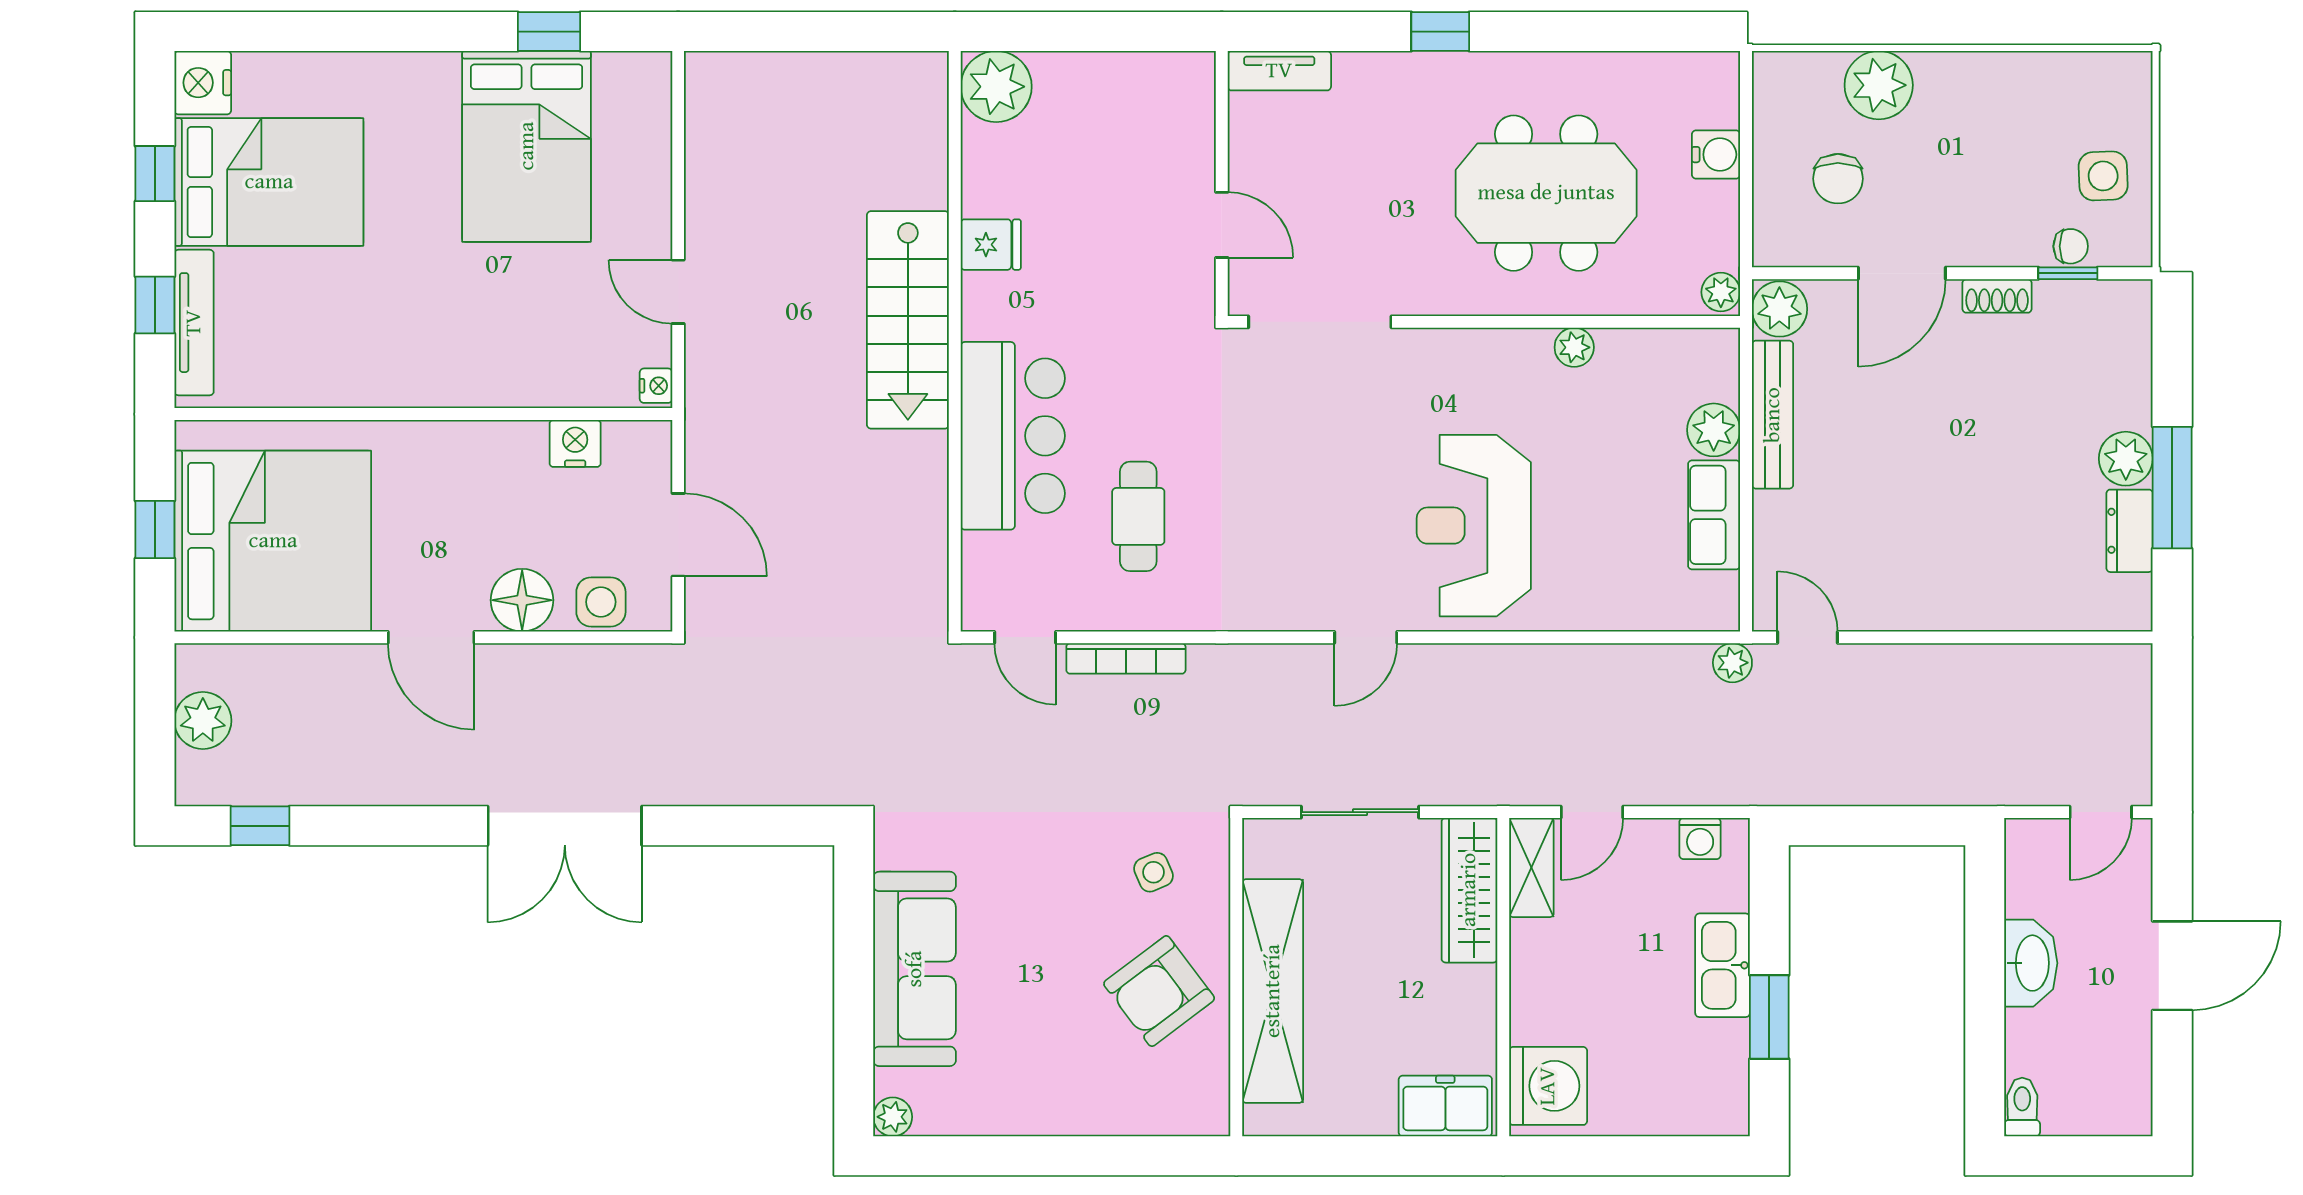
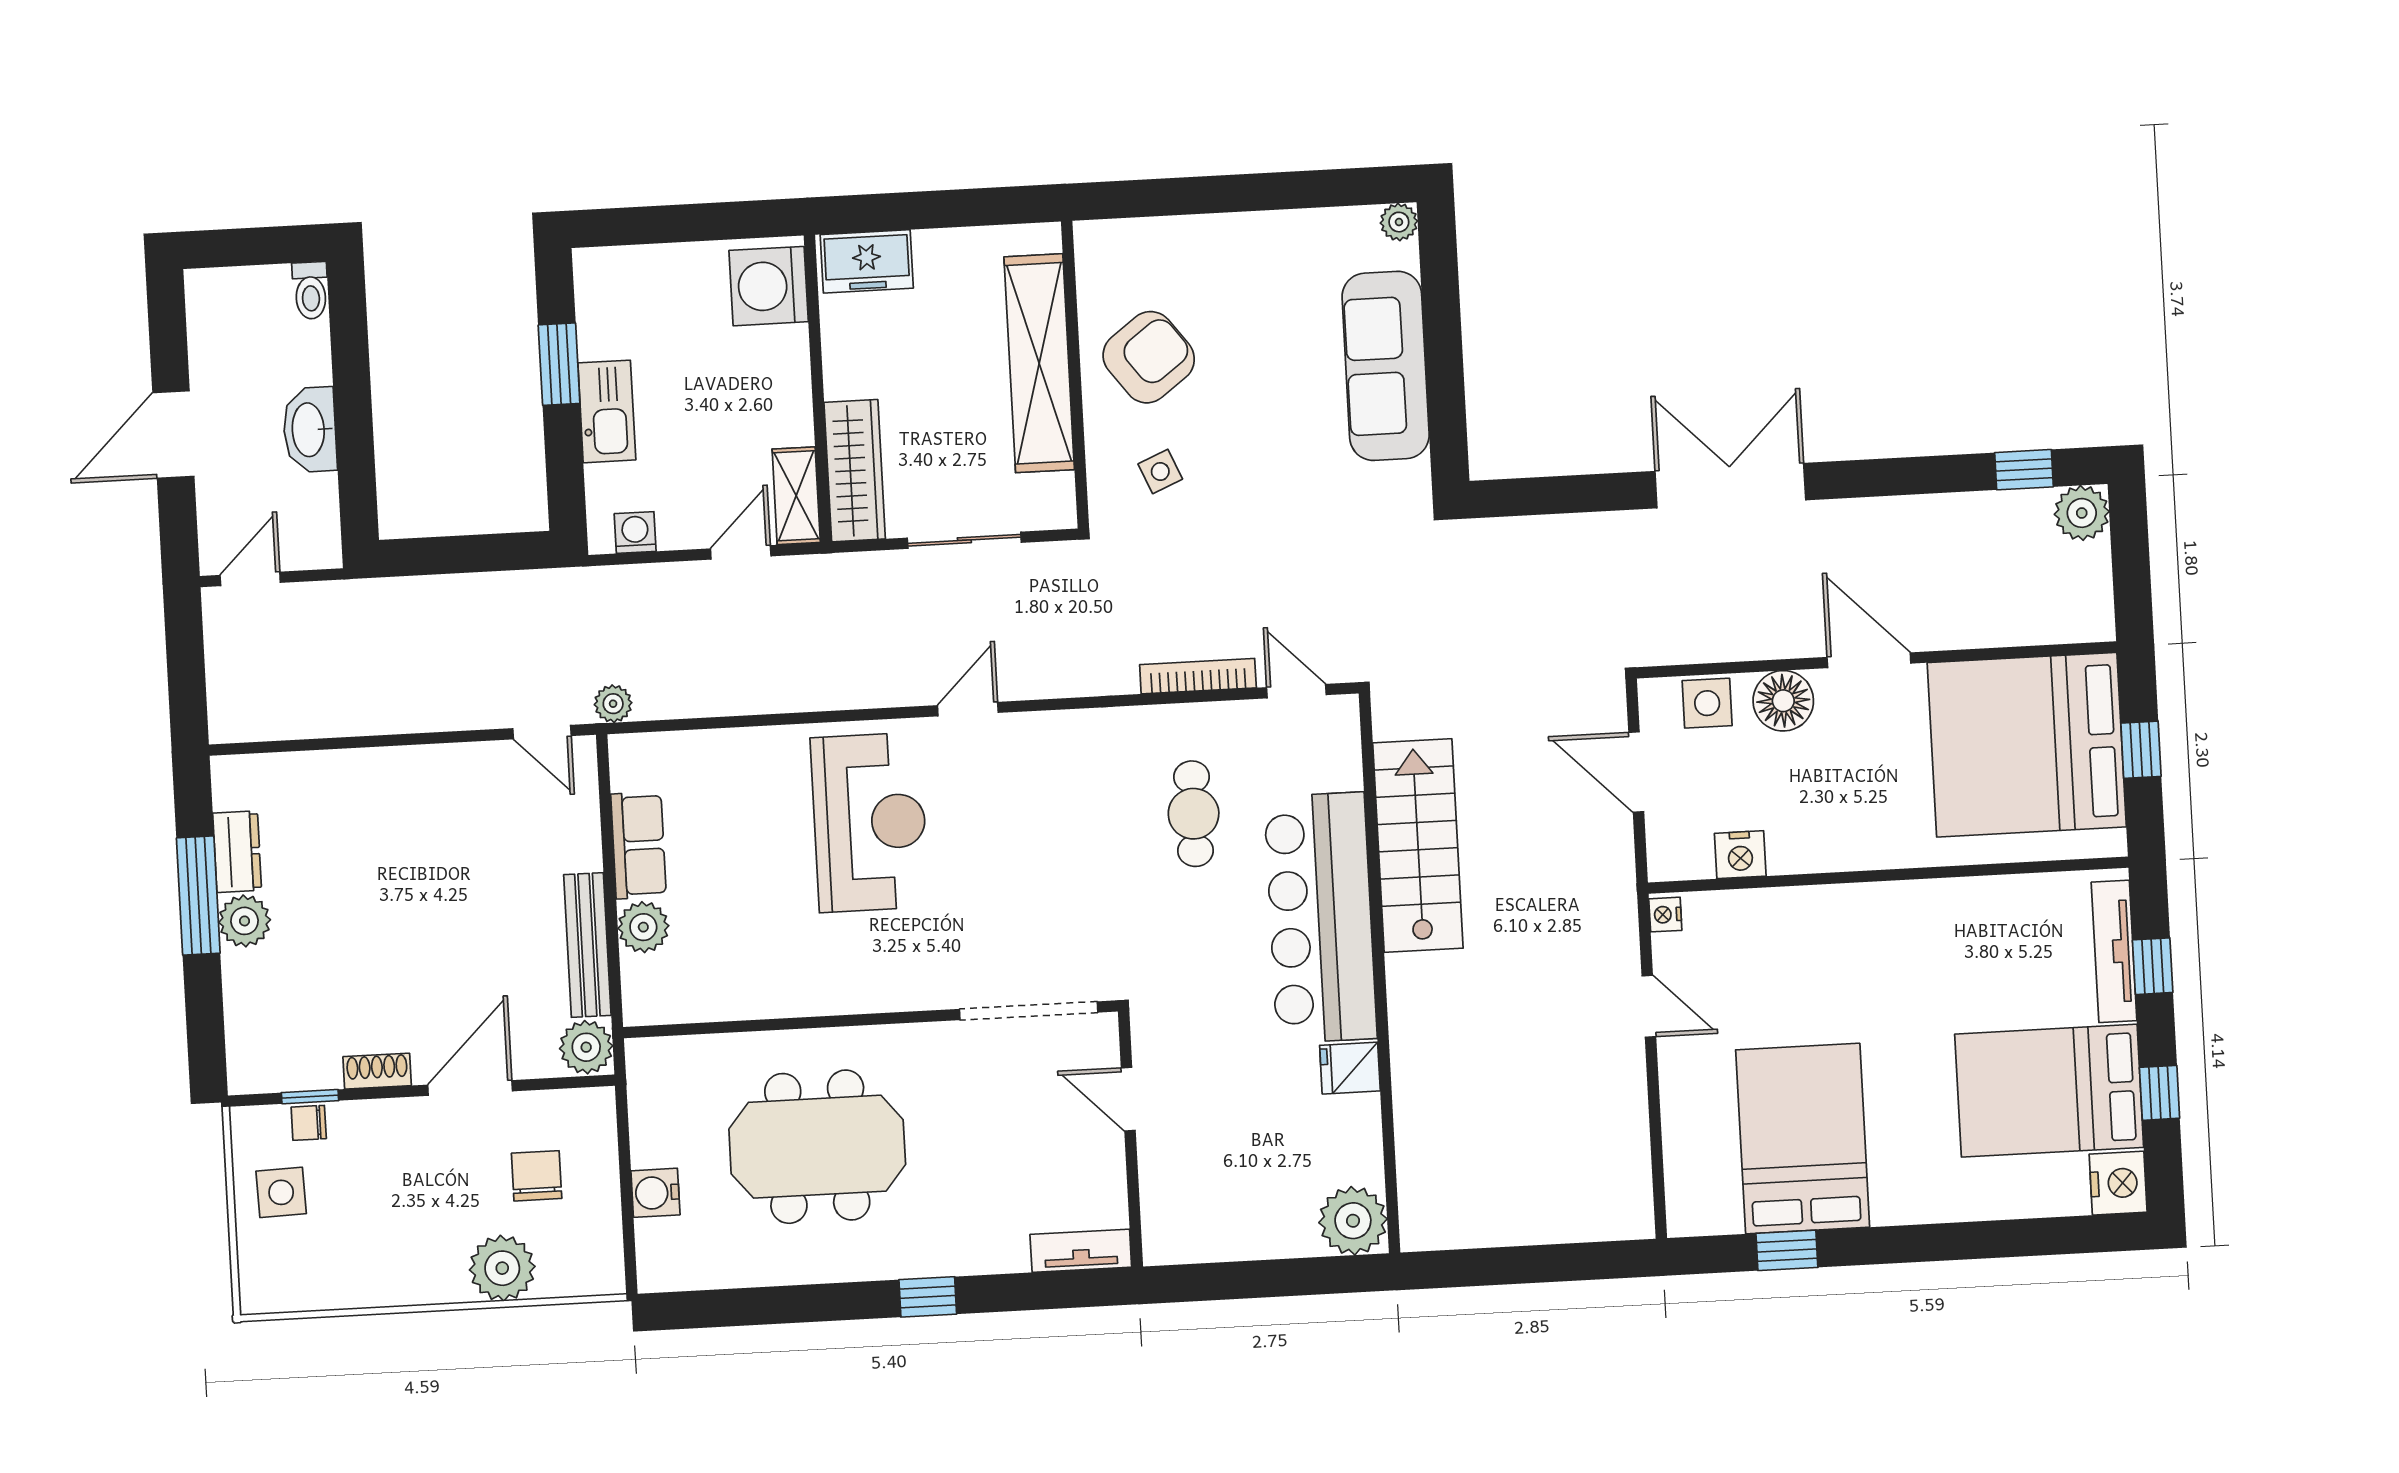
plant: (1721, 292) -> (644, 1060), removed
stairs: (908, 320) -> (1418, 846), moved
plant: (1574, 347) -> (782, 1000), removed
bar counter: (1013, 436) -> (1321, 918), width x1.36
plant: (203, 721) -> (2082, 513), moved

